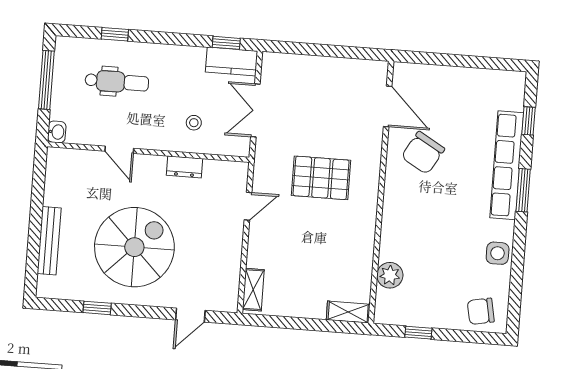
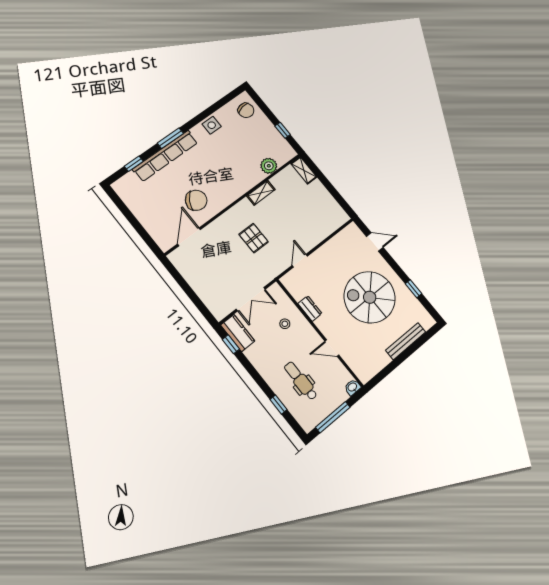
door: (119, 150) -> (332, 348), swing flipped
pallet: (321, 178) -> (254, 238), width x0.67, depth x0.71
door: (248, 206) -> (300, 261), hinge flipped
shelving: (253, 290) -> (261, 193), moved

